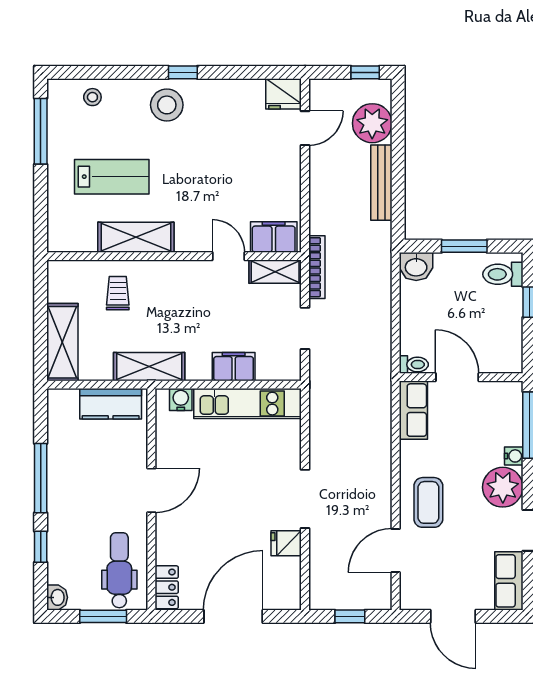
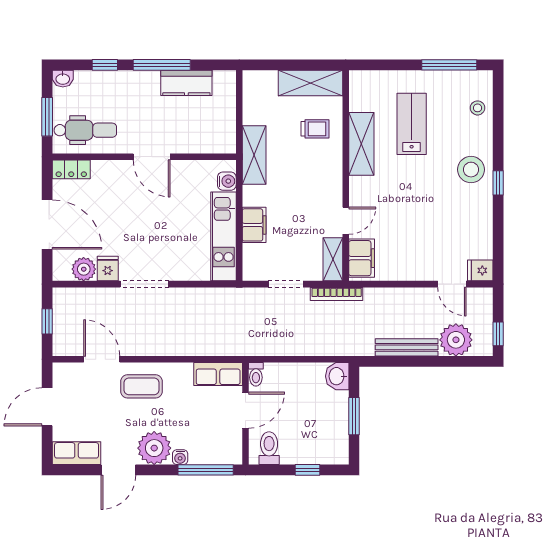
fridge: (284, 94) -> (480, 270), width x0.72
lab bench: (112, 177) -> (412, 124), turned 180
toilet: (503, 274) -> (269, 448), moved
shelving: (62, 342) -> (310, 83), moved
kitchen counter: (111, 404) -> (186, 83), moved, turned -90
plant: (287, 572) -> (84, 269), added

